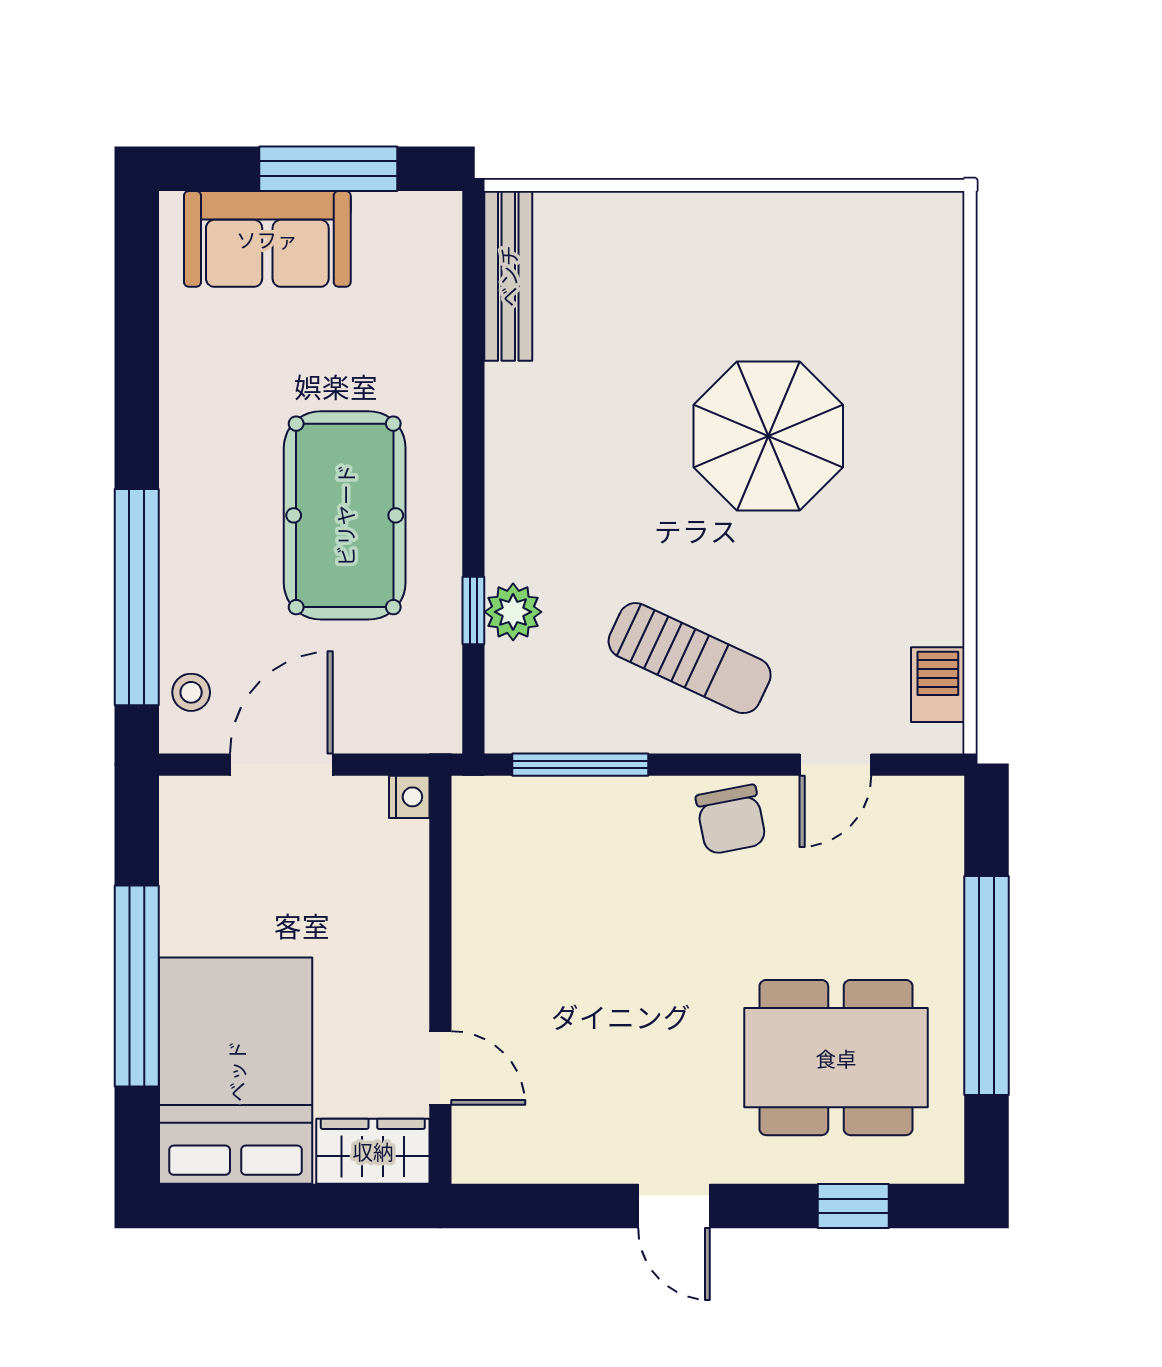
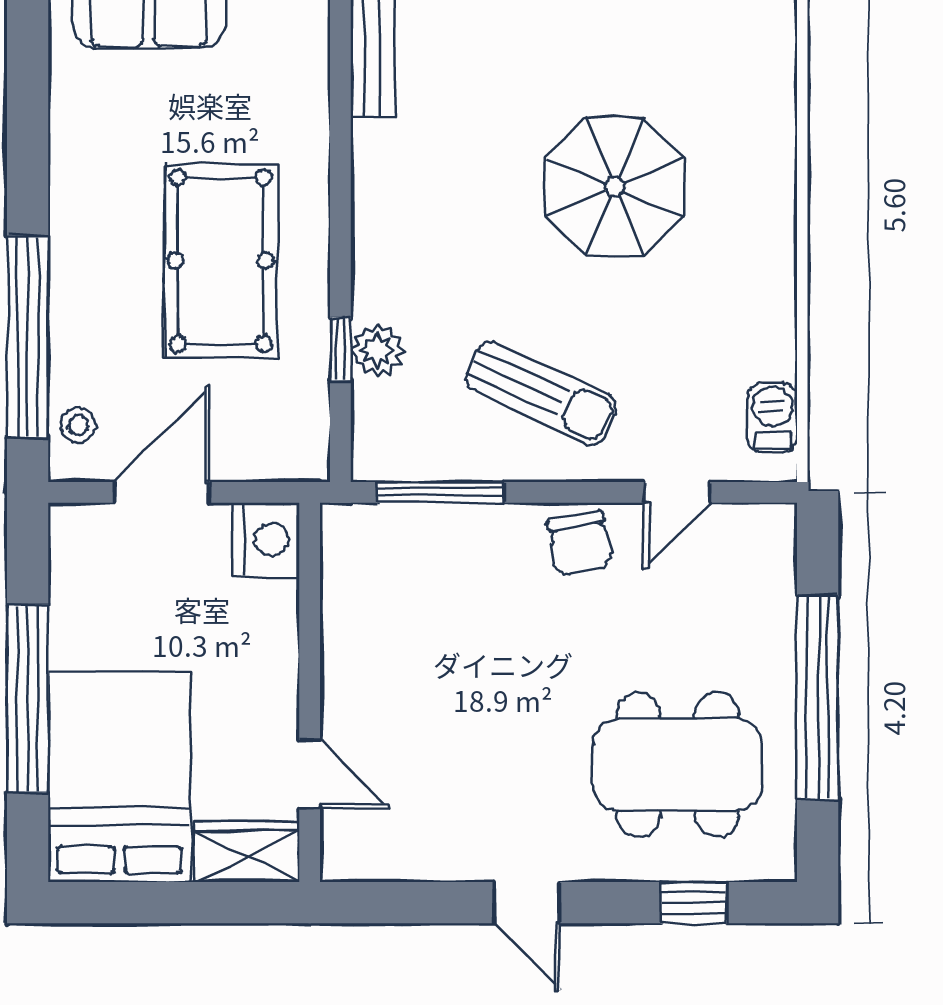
nightstand: (409, 797) -> (266, 540), width x1.89, depth x1.79

